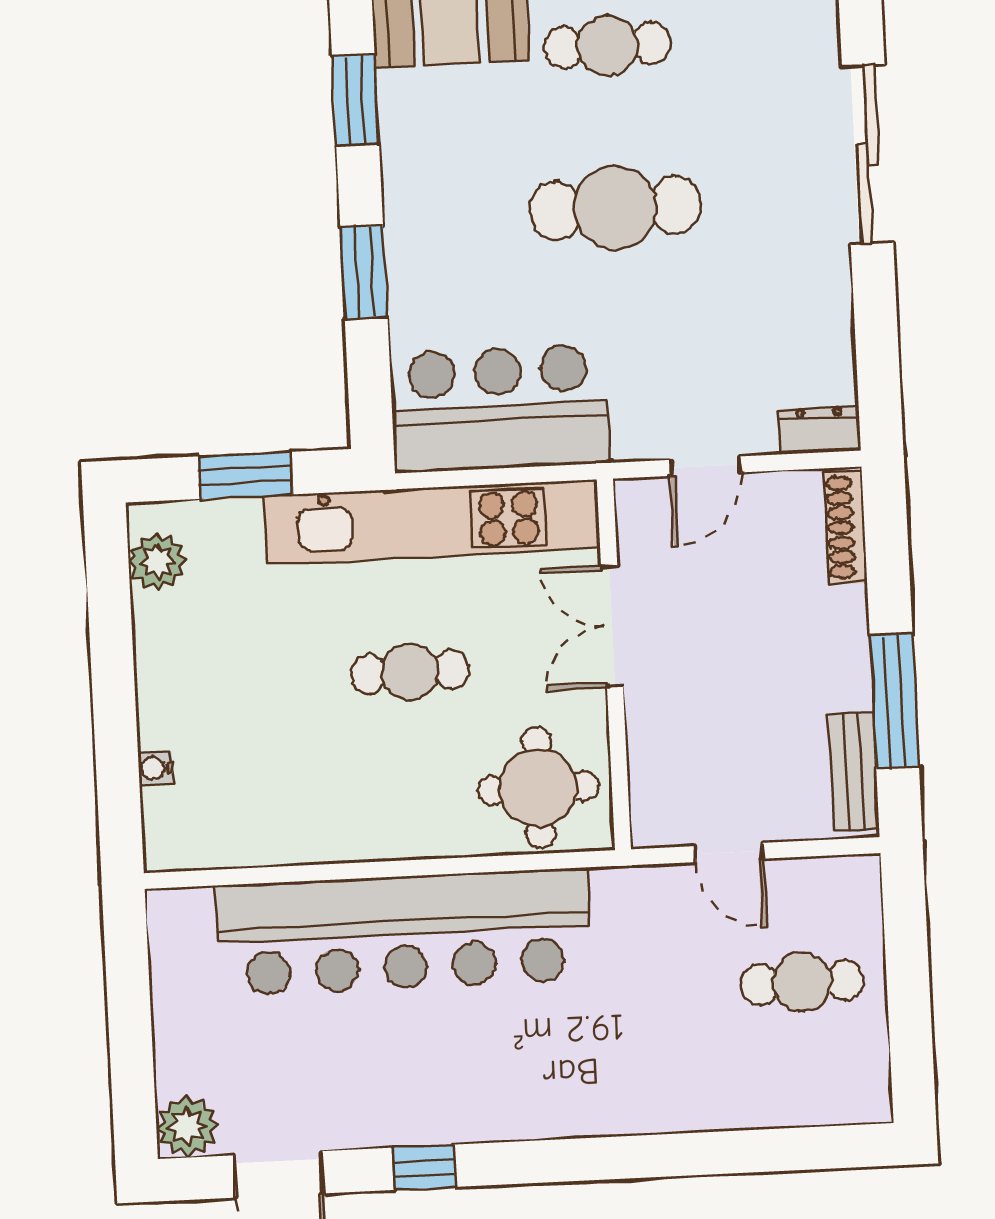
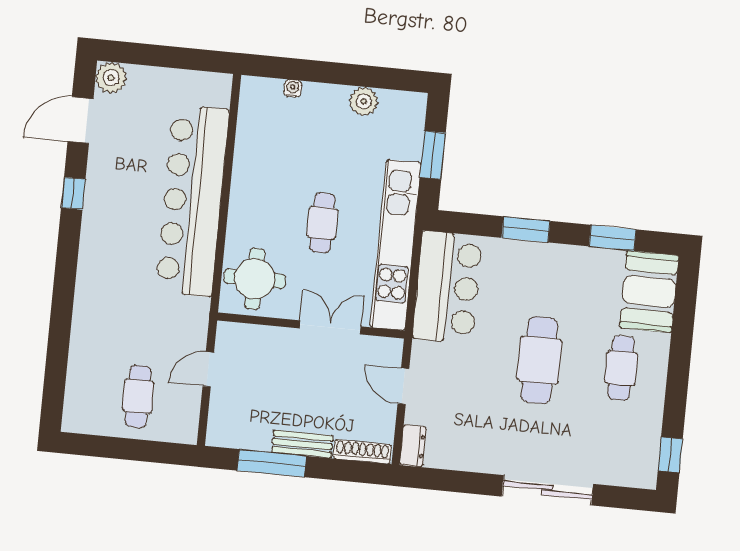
plant: (157, 562) -> (364, 101), moved
bench: (854, 771) -> (302, 444), moved

